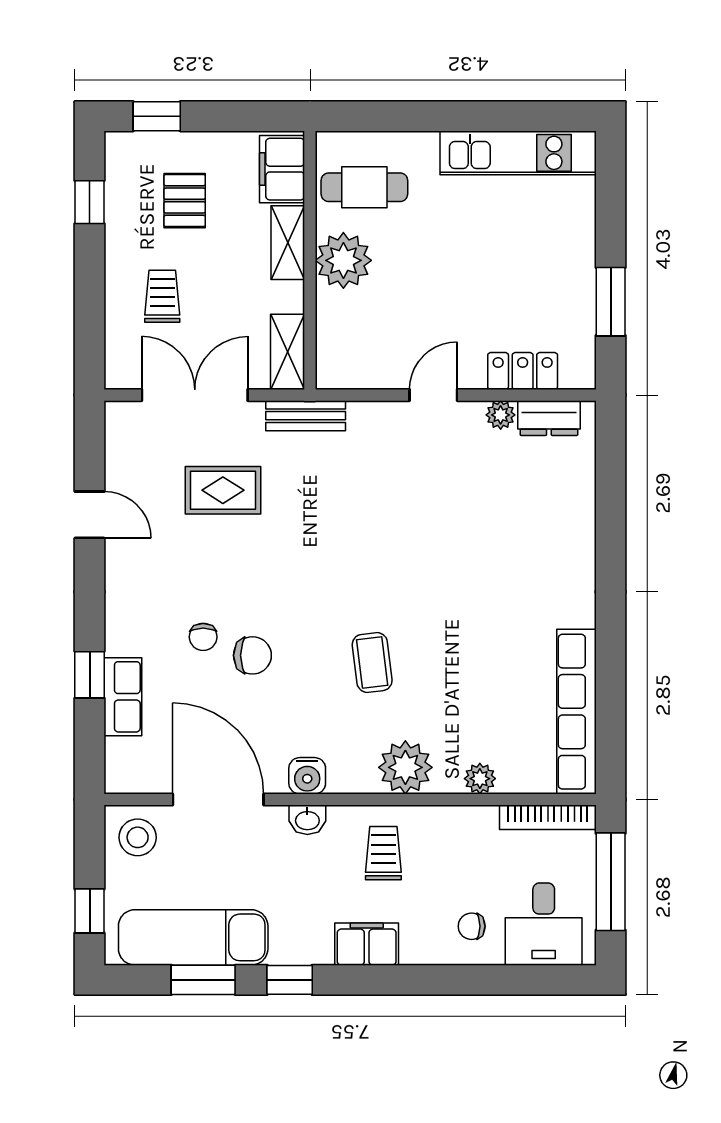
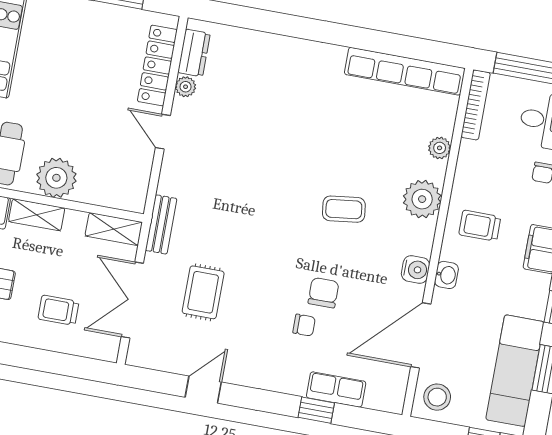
locker: (523, 371) -> (157, 66), width x1.53

